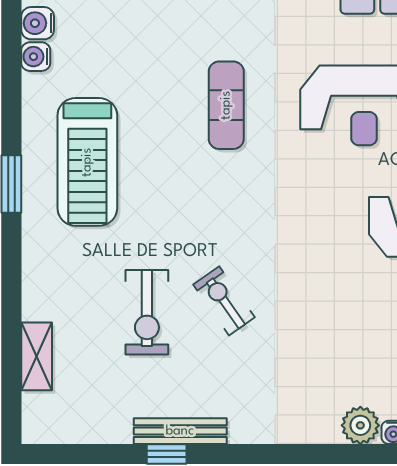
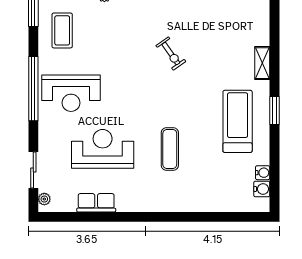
exercise bike: (147, 312) -> (208, 48), removed
shelving: (37, 356) -> (262, 63), moved

